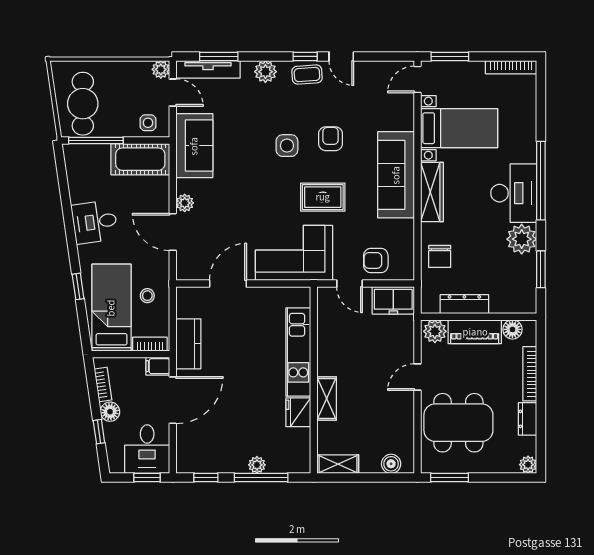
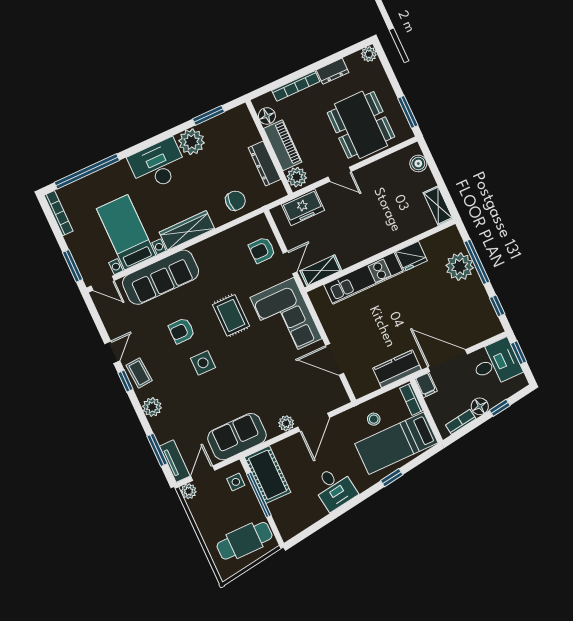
tv unit: (208, 69) -> (175, 461), width x0.71
window: (96, 140) -> (259, 495), moved
sofa: (396, 175) -> (161, 277), moved
window: (541, 181) -> (87, 171), moved
armchair: (376, 260) -> (262, 250), turned 90
freezer: (393, 300) -> (303, 207), moved, turned 90
shelving: (327, 399) -> (321, 270), moved
plant: (257, 465) -> (460, 267), width x1.87, depth x1.87

